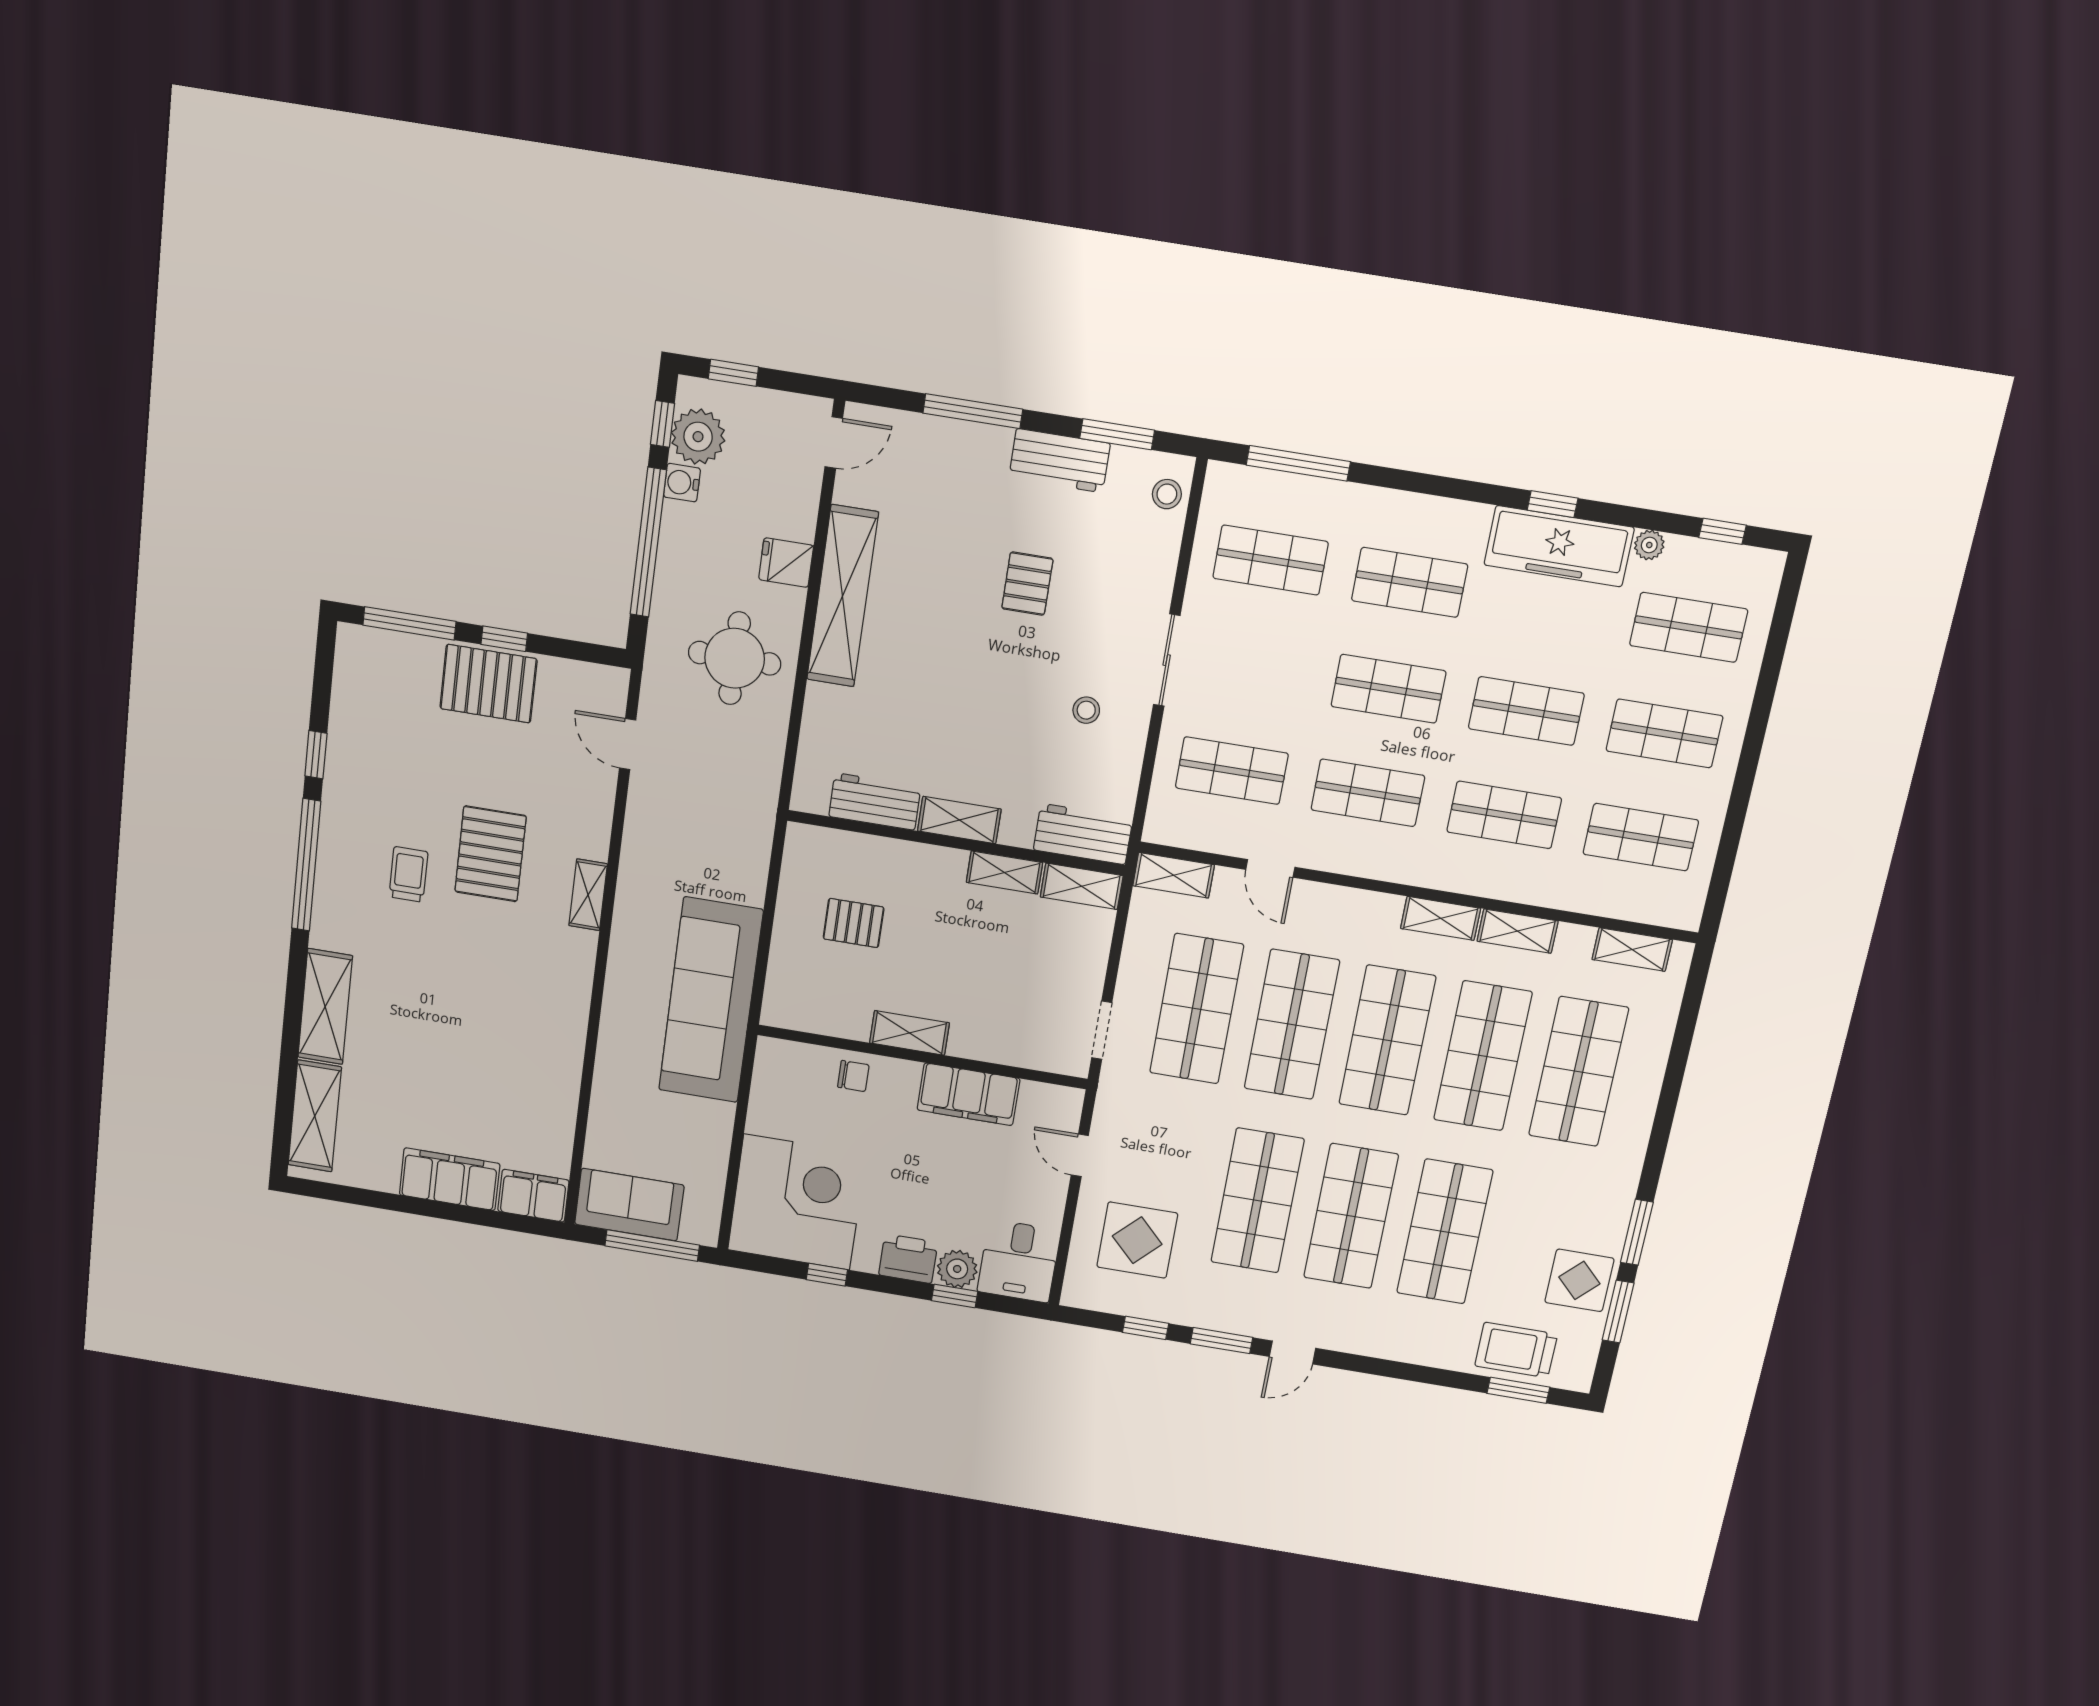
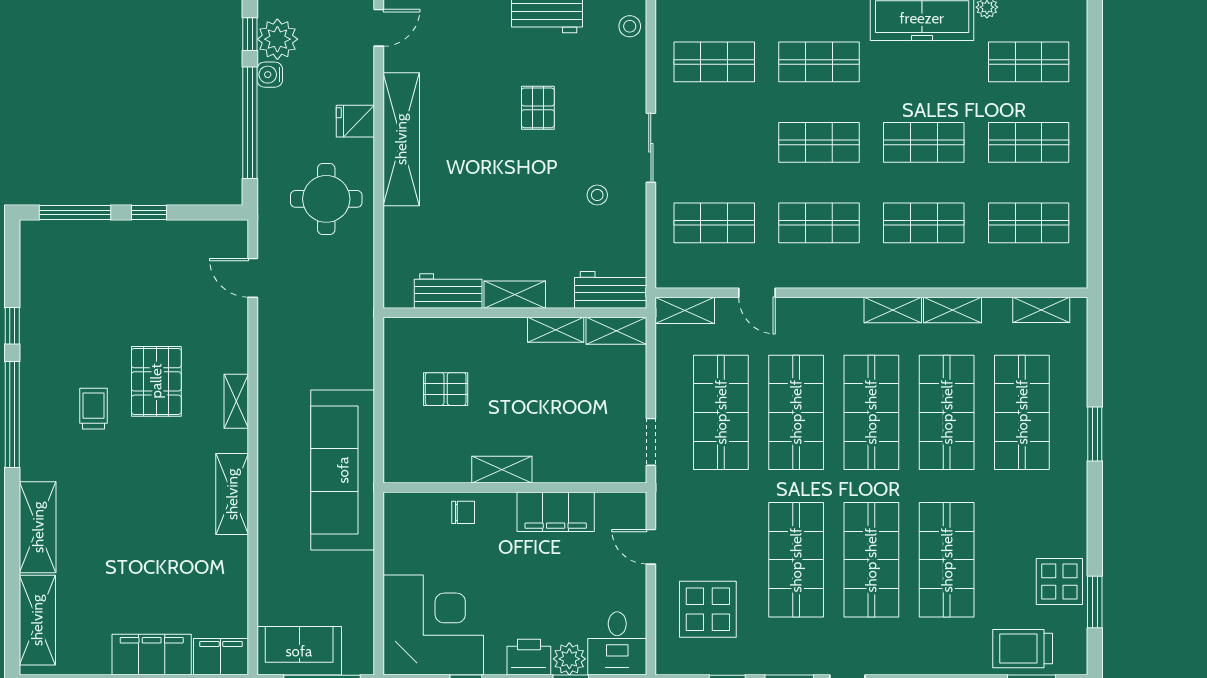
pallet: (488, 684) -> (141, 249), removed
shelving: (570, 1007) -> (232, 494), added
window: (1637, 1232) -> (1095, 434), moved

